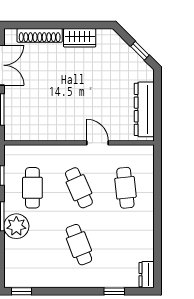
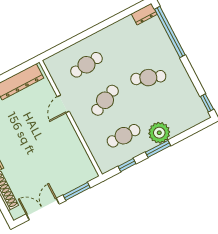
cafe table: (79, 245) -> (148, 78), turned 42
window: (114, 291) -> (170, 32), width x3.17

